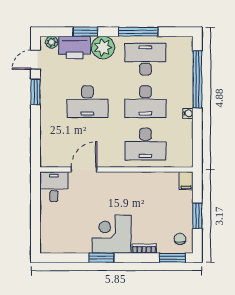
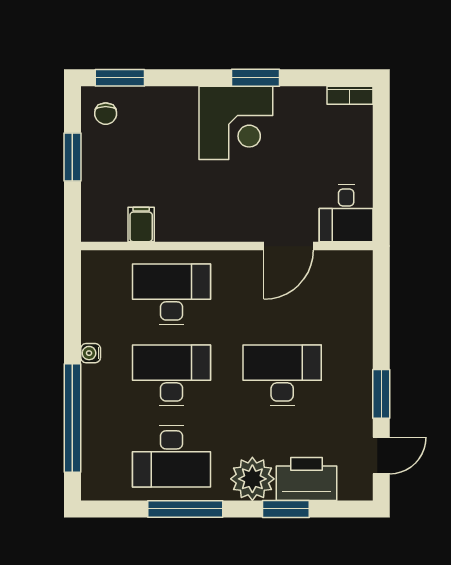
plant: (52, 42) -> (350, 489), removed
filing cabinet: (186, 181) -> (141, 224), moved
bookcase: (144, 248) -> (350, 95), moved

